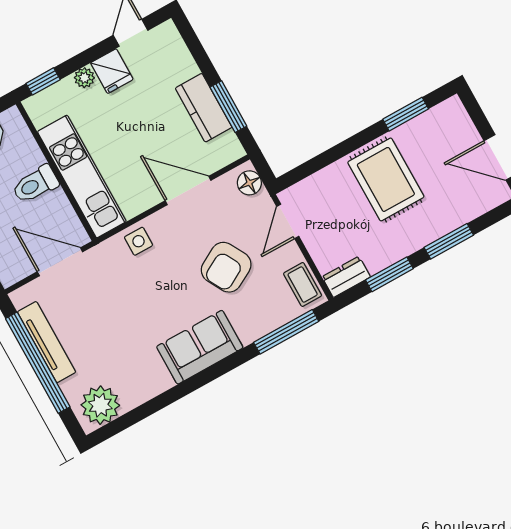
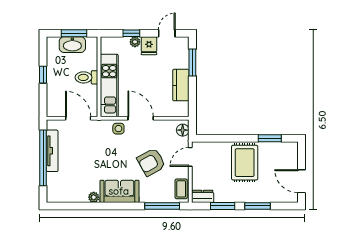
window: (43, 81) -> (131, 33), moved
window: (228, 107) -> (192, 62), moved
door: (188, 191) -> (141, 118), moved
plant: (100, 405) -> (94, 197), moved, width x0.53, depth x0.53

